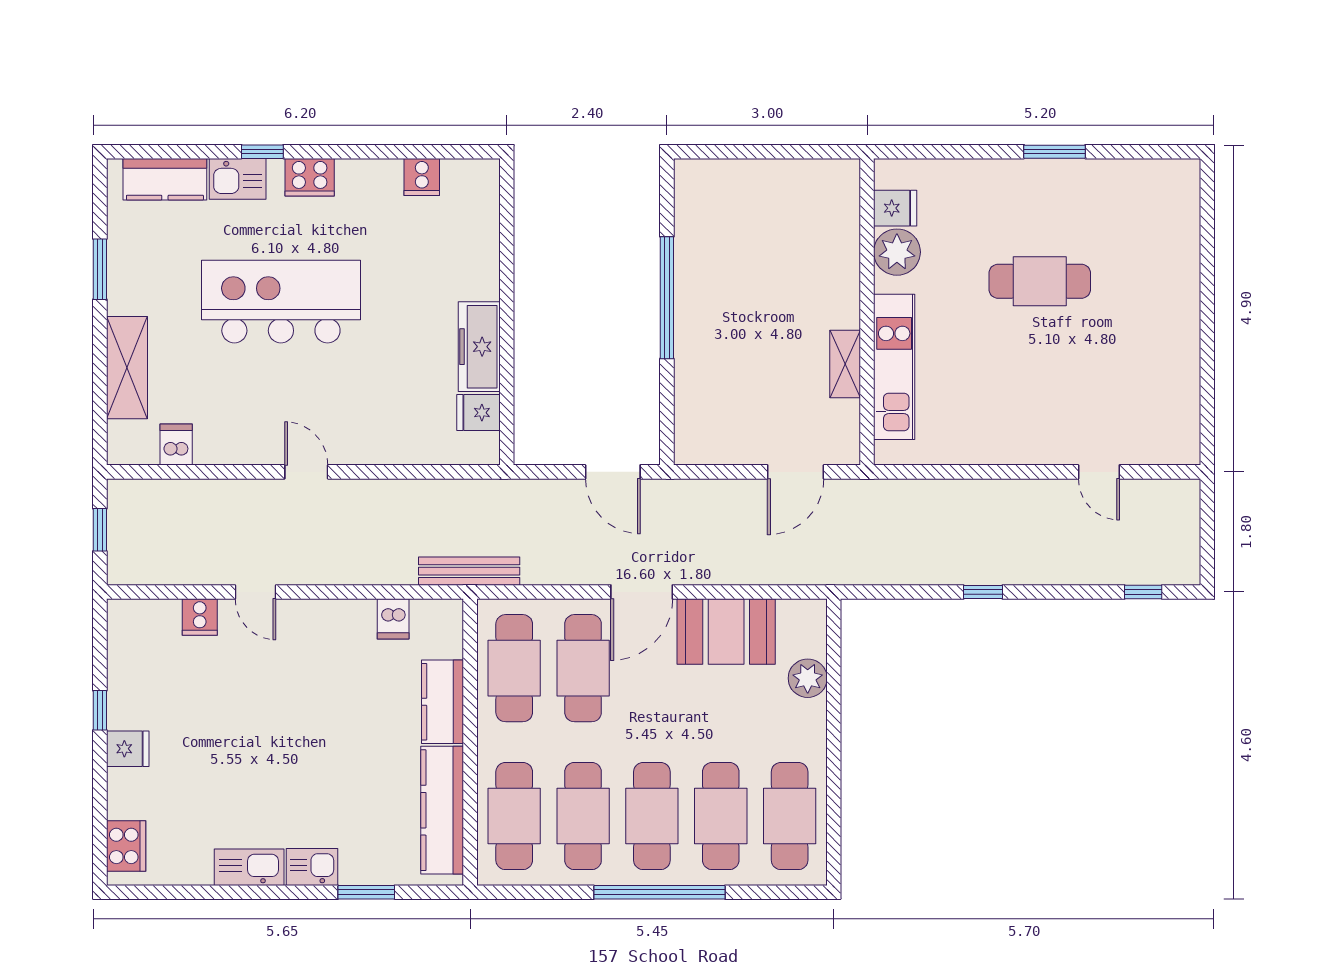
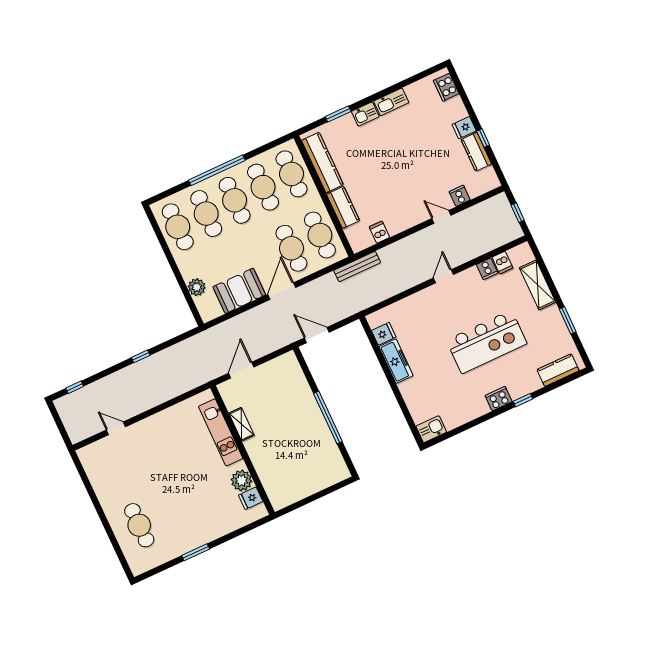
cooker: (422, 177) -> (487, 269), moved, turned 180
kitchen sink: (238, 179) -> (431, 429), moved
cafe table: (1040, 281) -> (139, 525), moved, turned 90
door: (306, 472) -> (443, 276), swing flipped
kitchen counter: (126, 690) -> (476, 152), added

